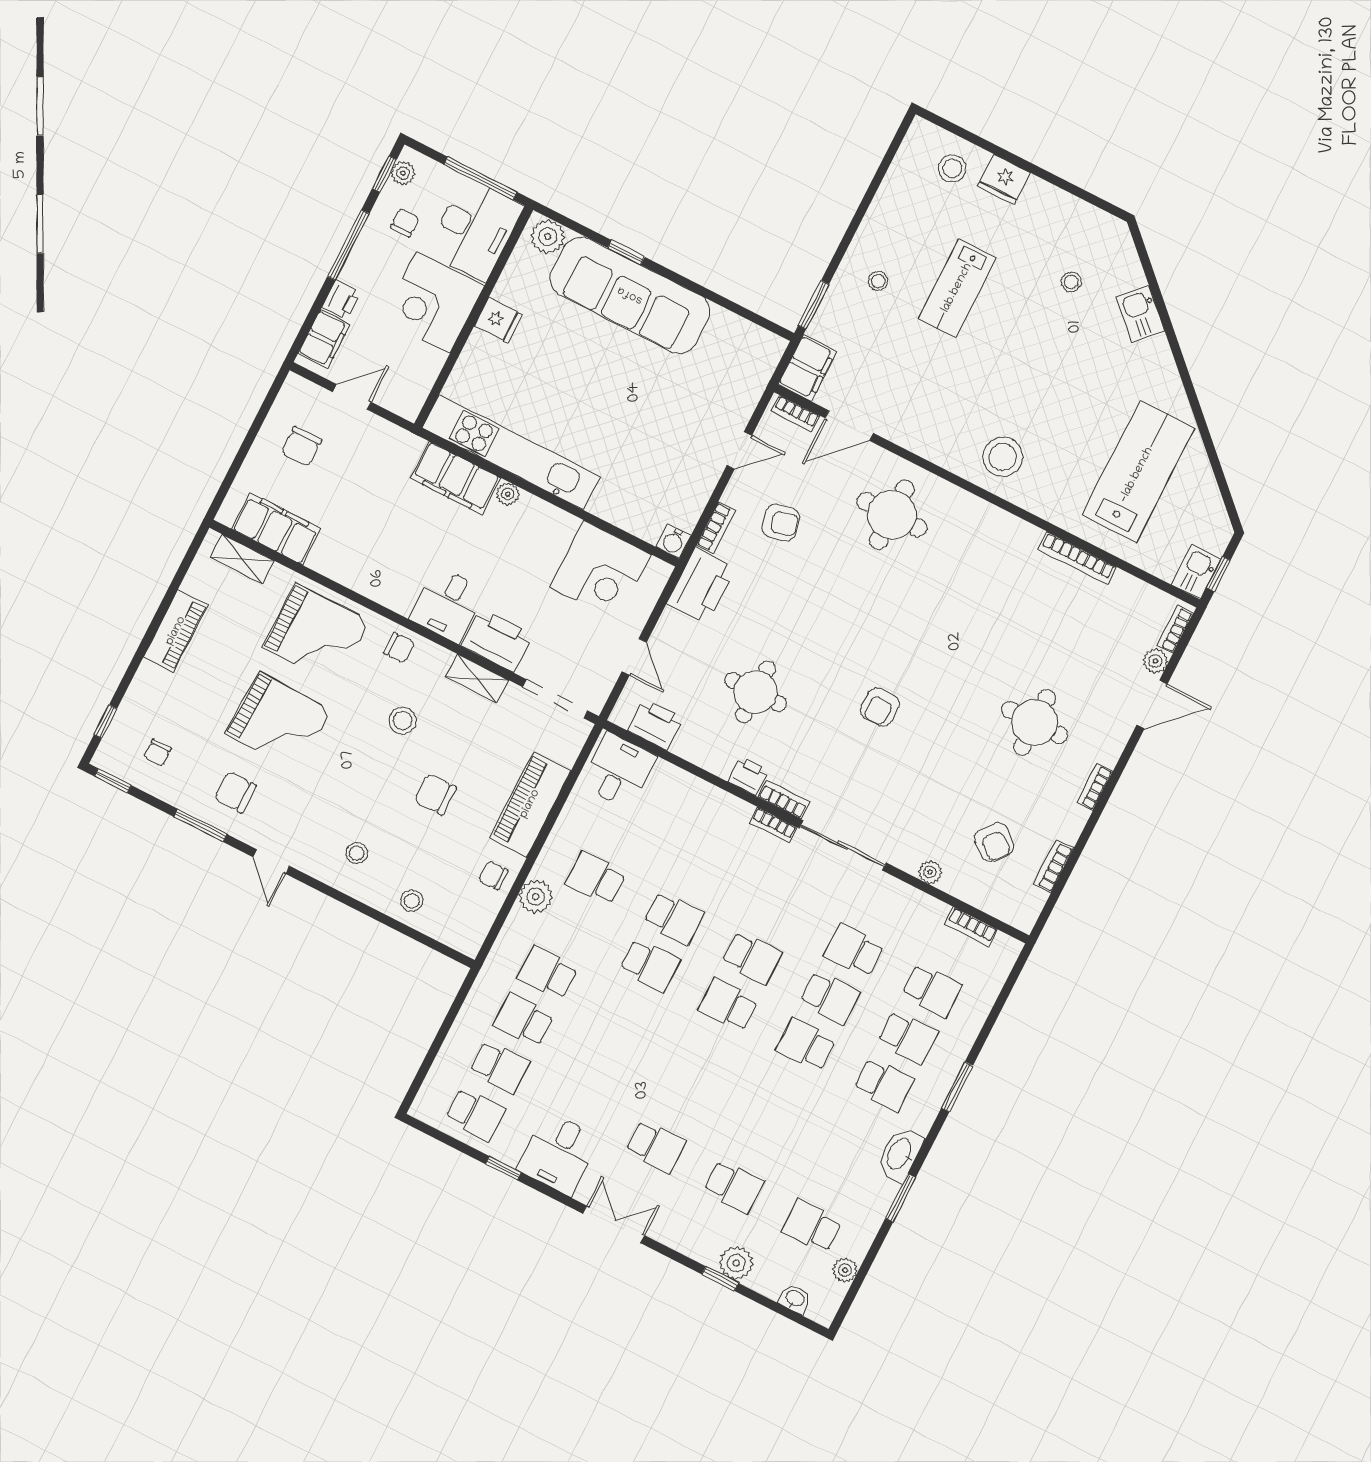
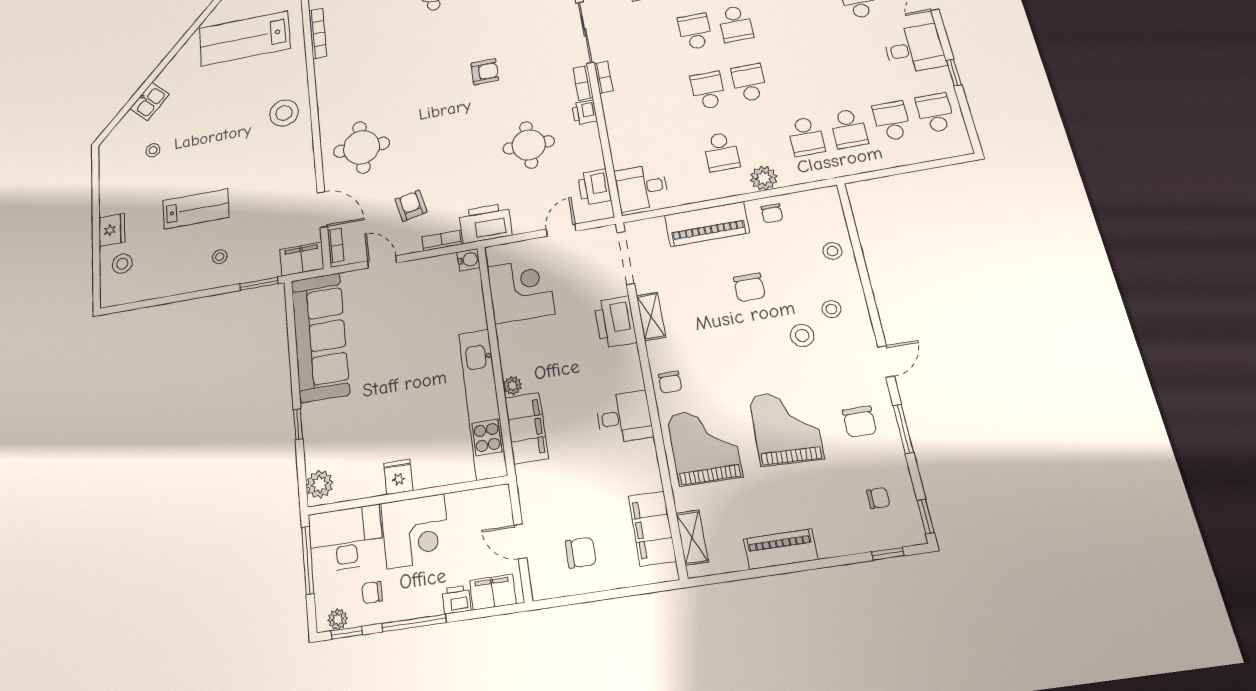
sofa: (630, 295) -> (320, 337), moved
desk: (447, 605) -> (624, 417), moved
chair: (399, 648) -> (670, 382), turned 180
stool: (403, 721) -> (802, 335), moved

